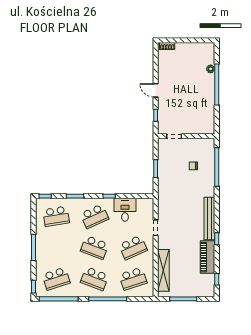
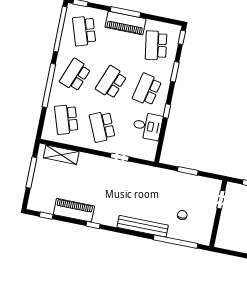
school desk: (95, 216) -> (147, 90), turned 36
bench: (209, 218) -> (143, 226), moved
piano: (43, 245) -> (125, 23), added
shelving: (163, 270) -> (61, 155), width x0.68

